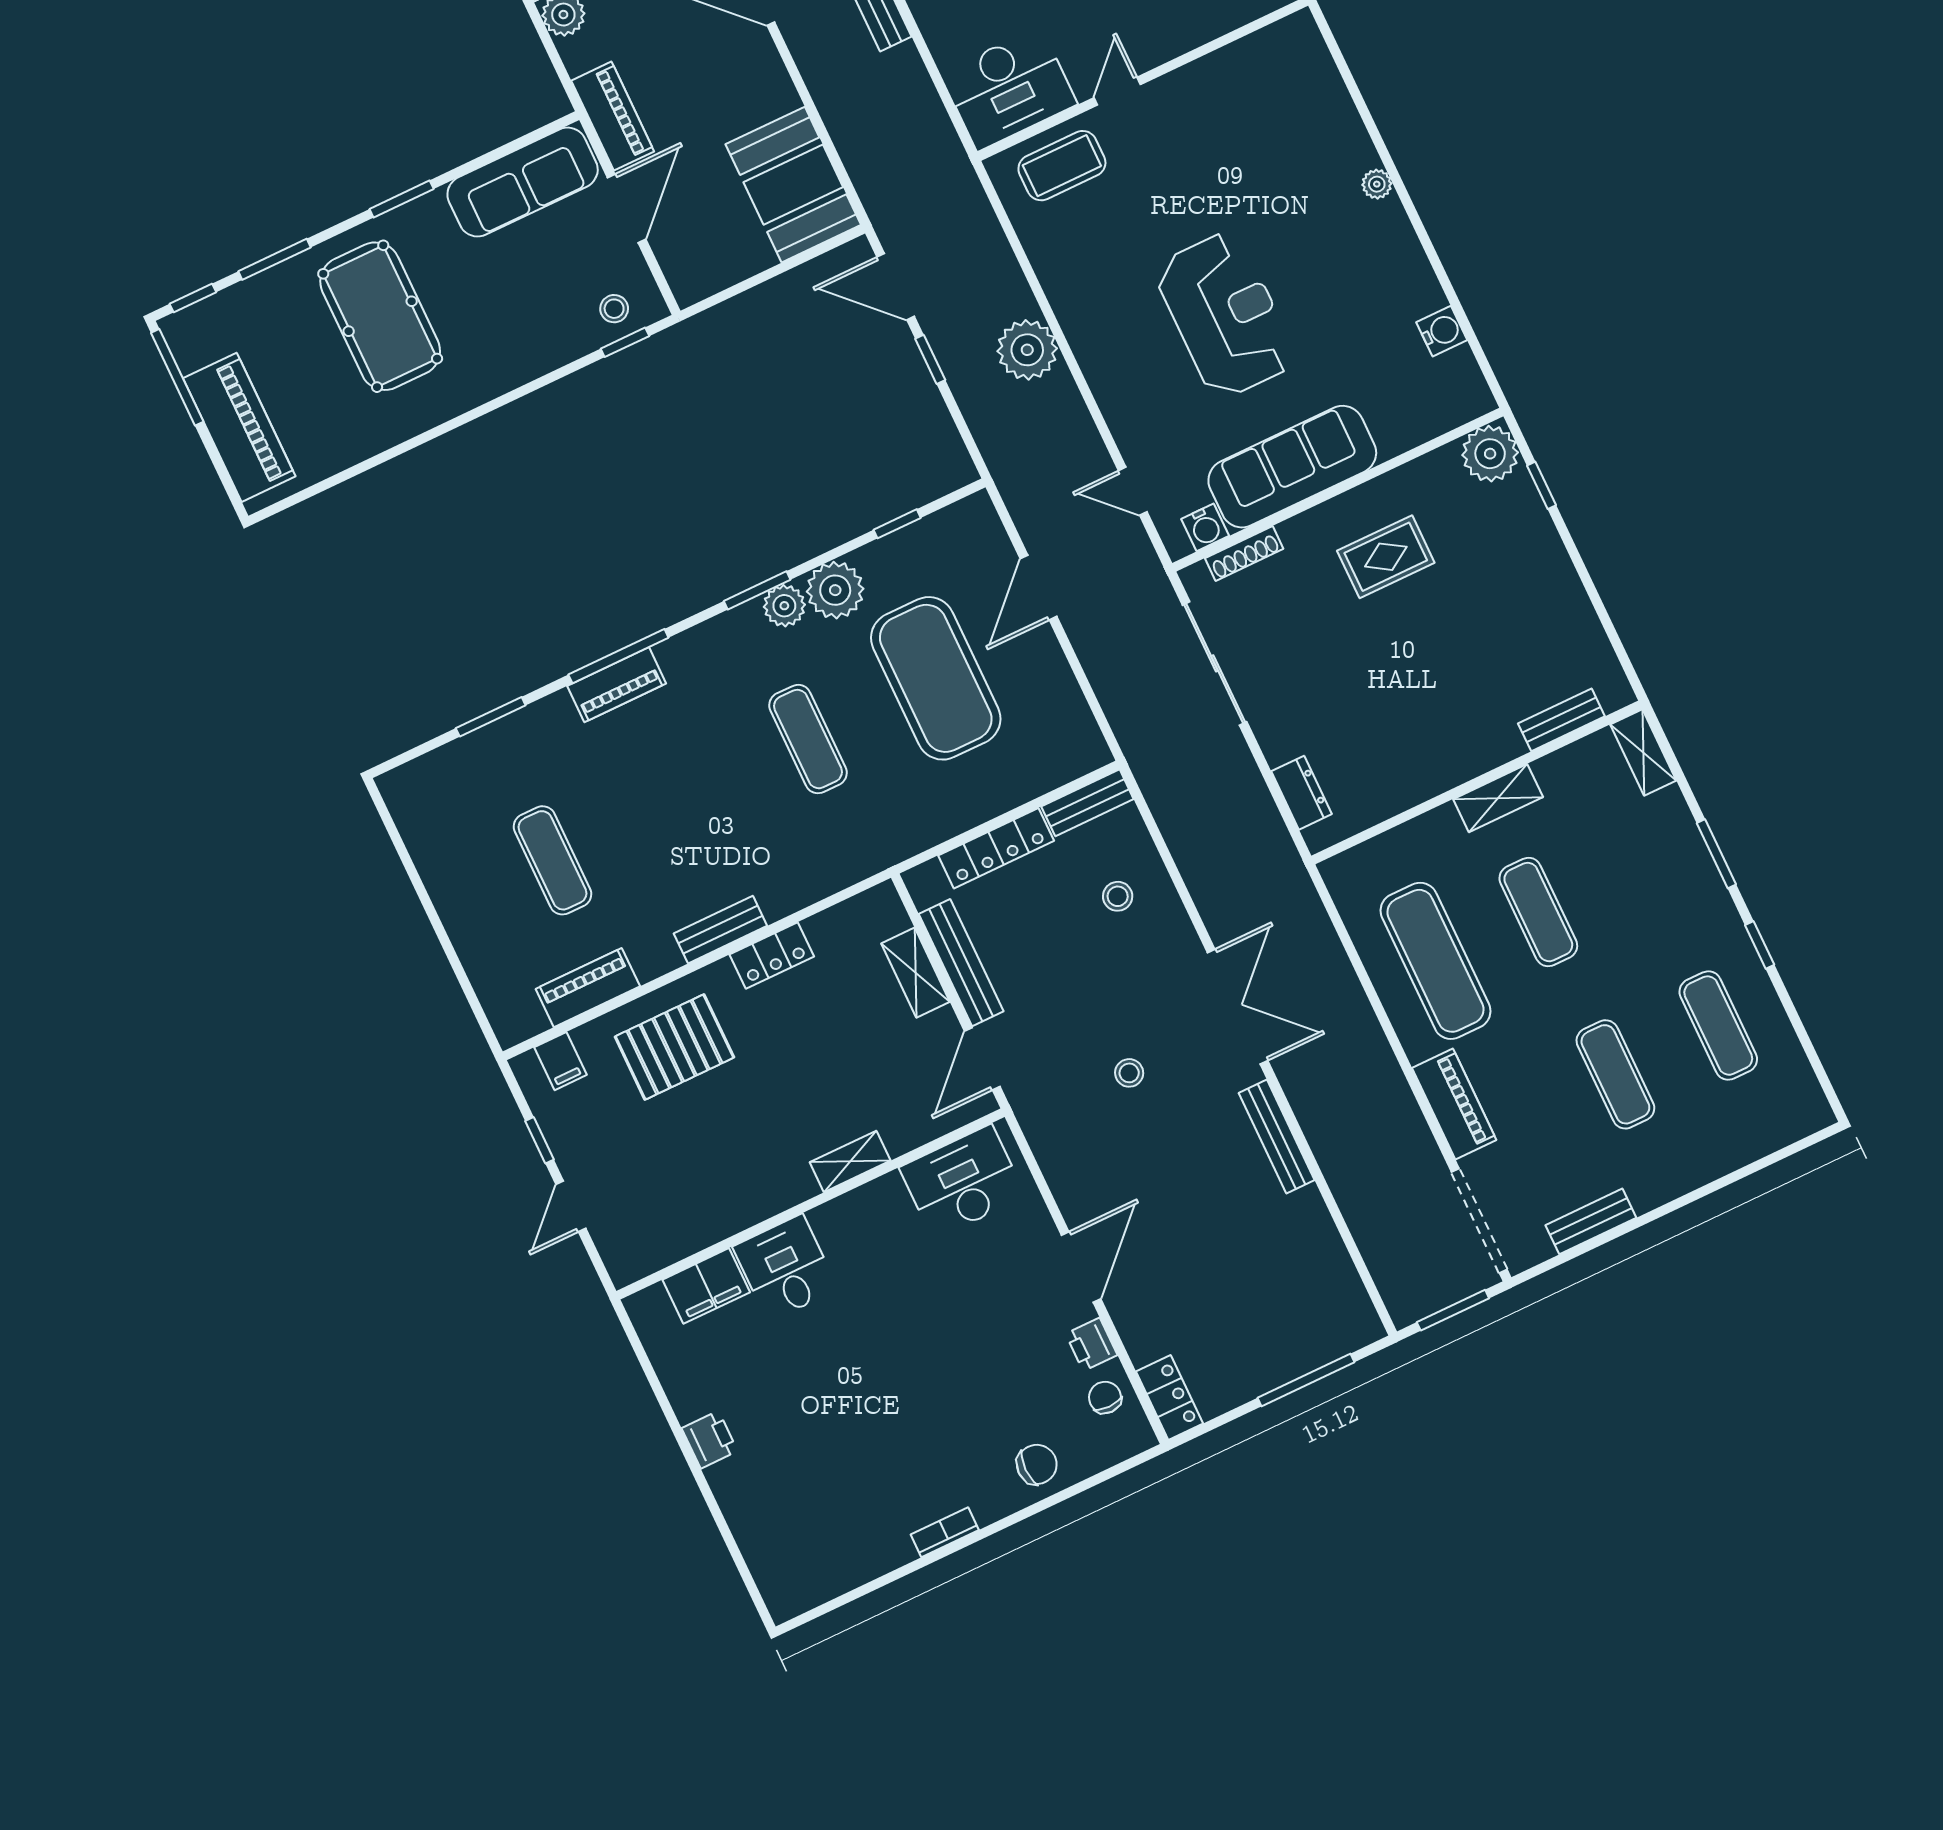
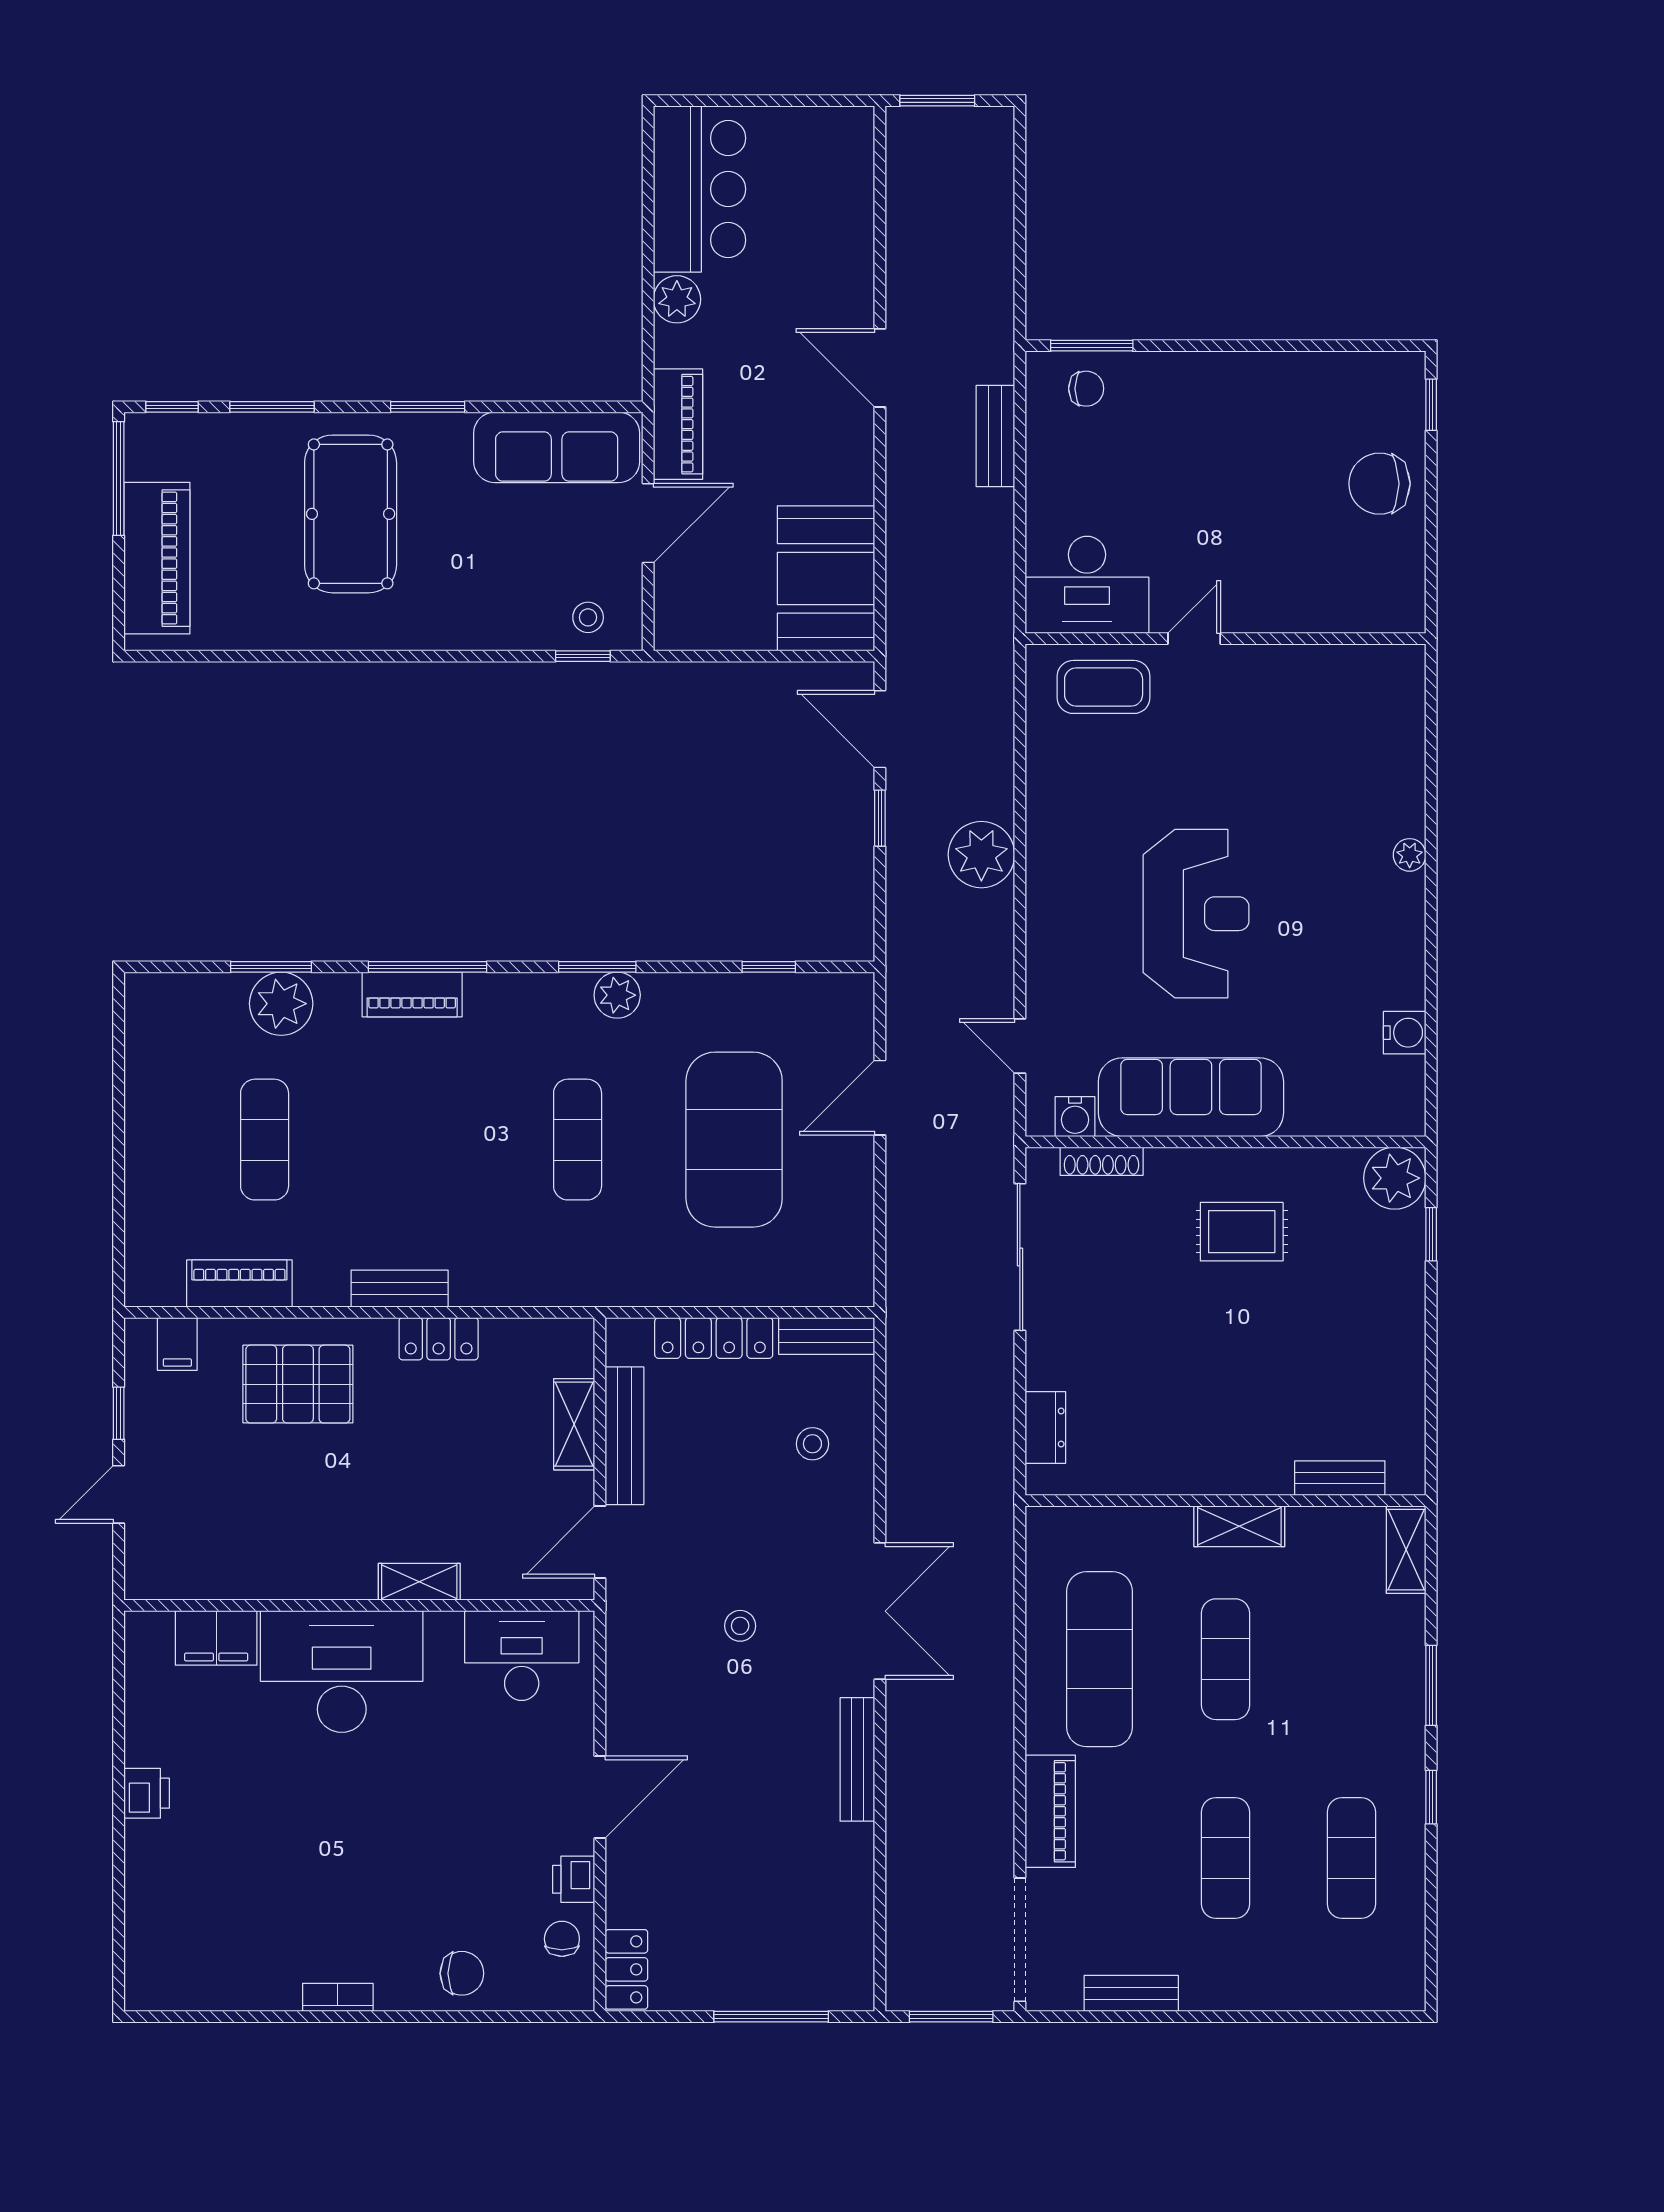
plant: (835, 590) -> (281, 1004), moved
desk: (785, 1268) -> (342, 1672), width x1.87, depth x1.30

